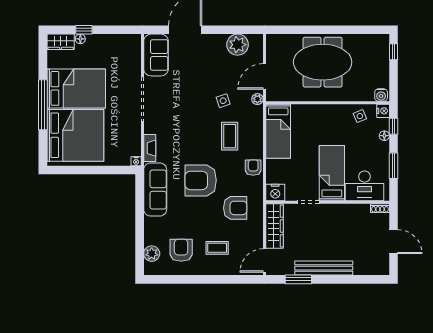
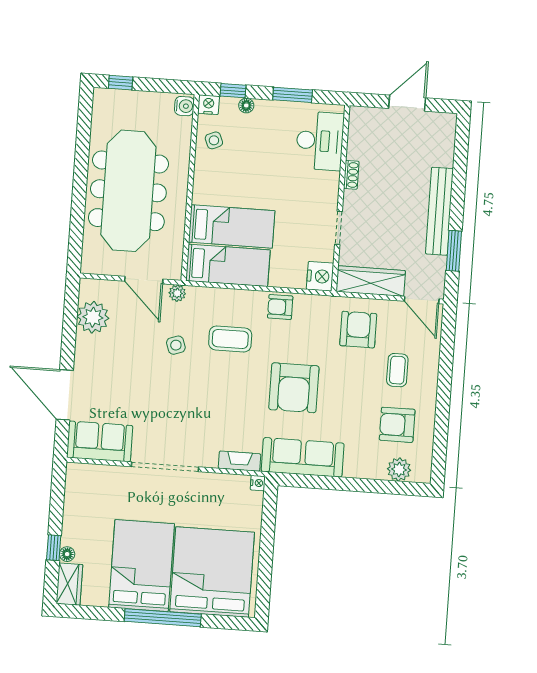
meeting table: (323, 62) -> (128, 191), width x1.36
bed: (332, 173) -> (232, 226), moved, turned 180
armchair: (235, 208) -> (358, 330), moved
shoe rack: (380, 208) -> (351, 175), moved

